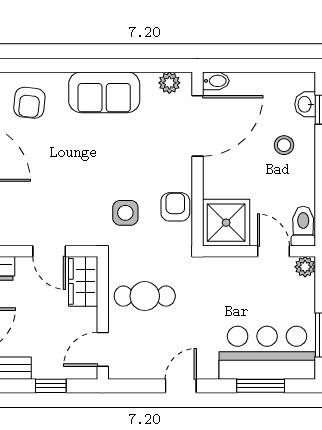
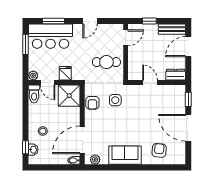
fridge: (235, 272) -> (65, 73), added
wardrobe: (83, 281) -> (135, 69), removed

